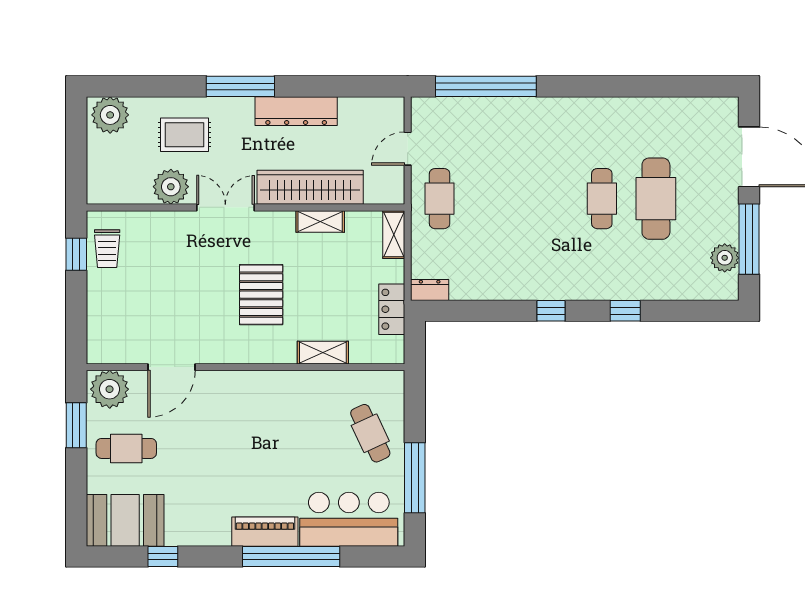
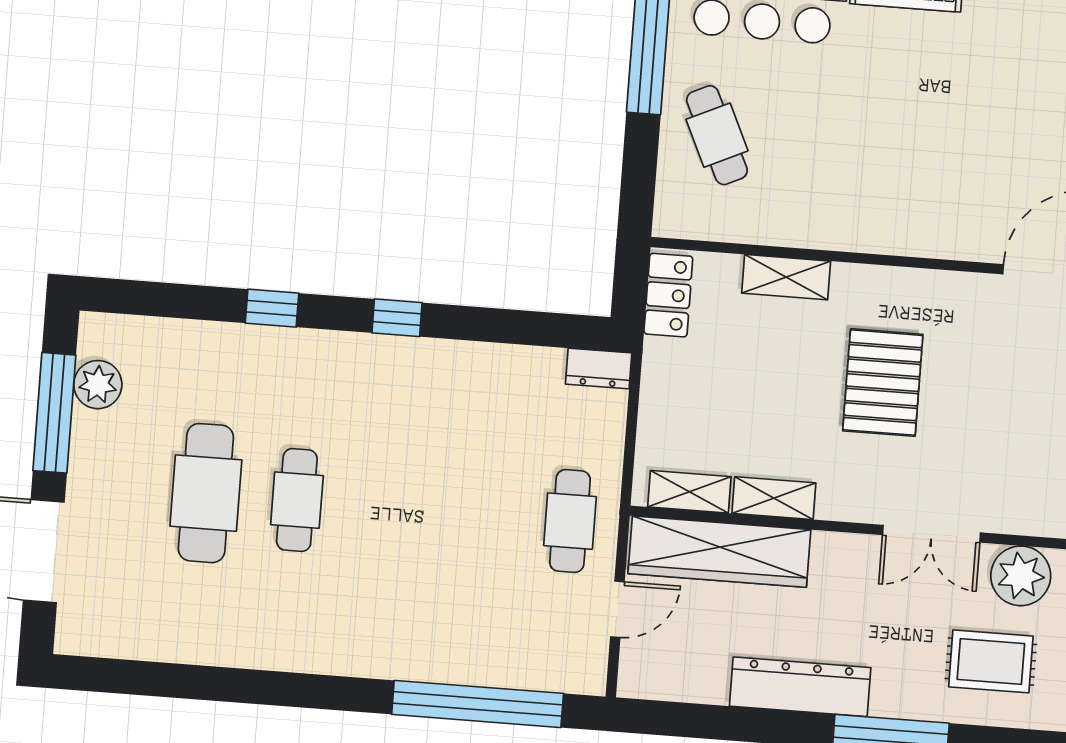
wardrobe: (310, 187) -> (719, 552), moved
shelving: (394, 235) -> (689, 492), moved, turned 90
locker: (392, 309) -> (668, 295), moved

